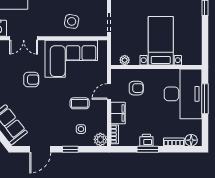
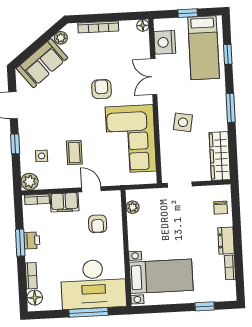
side table: (72, 21) -> (183, 122), moved
bed with nightstands: (161, 41) -> (161, 276), moved
armchair: (31, 80) -> (101, 89), turned 180

